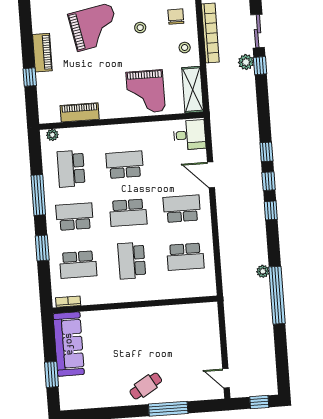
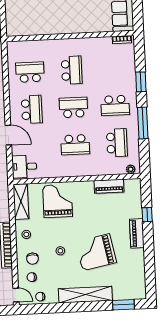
school desk: (182, 209) -> (32, 109), turned -90
school desk: (78, 265) -> (113, 68), removed

